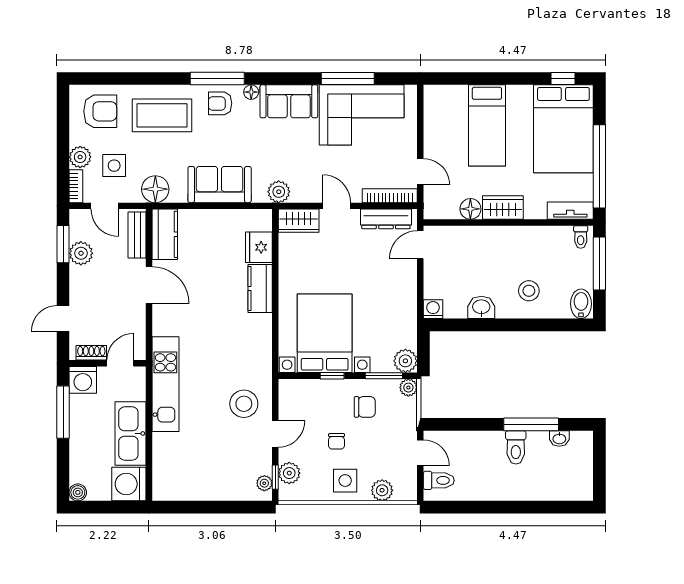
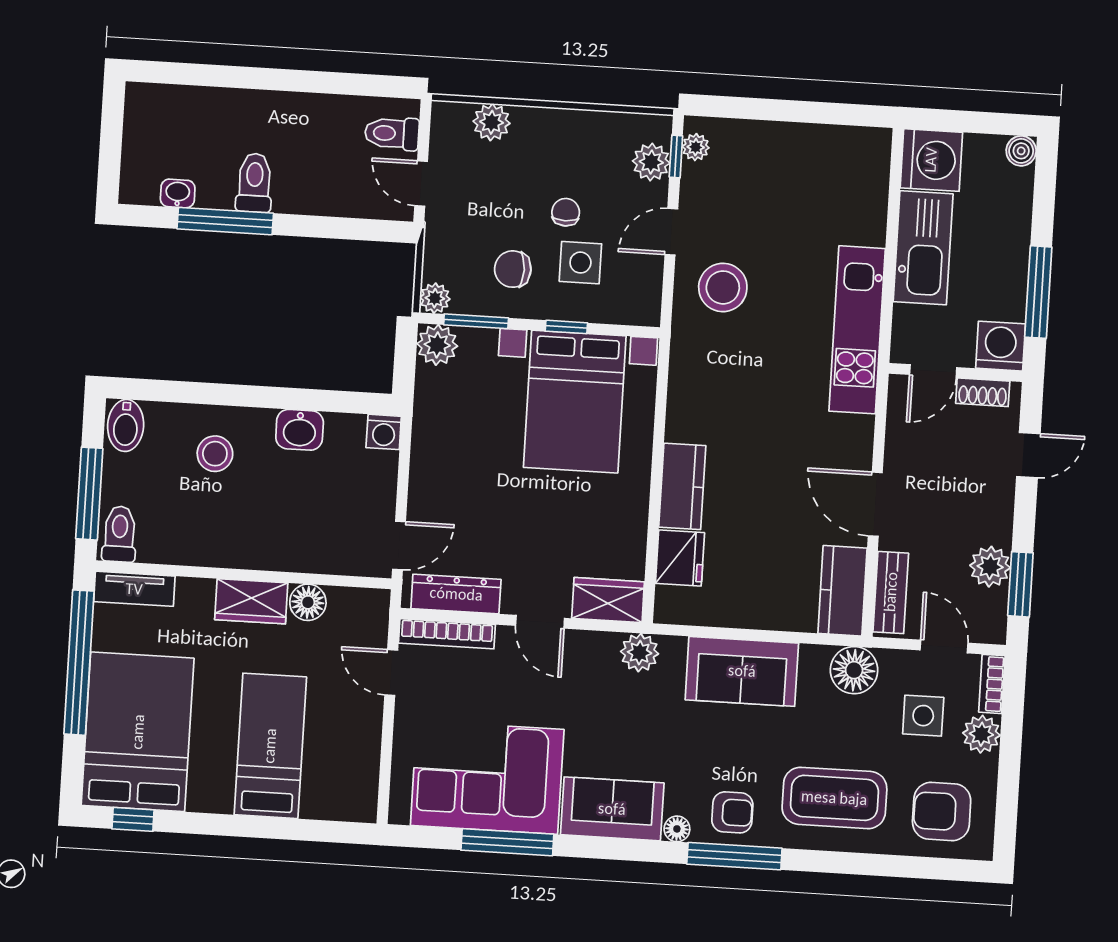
toilet: (581, 237) -> (120, 534), width x1.37, depth x1.39
side table: (345, 481) -> (580, 263), moved

